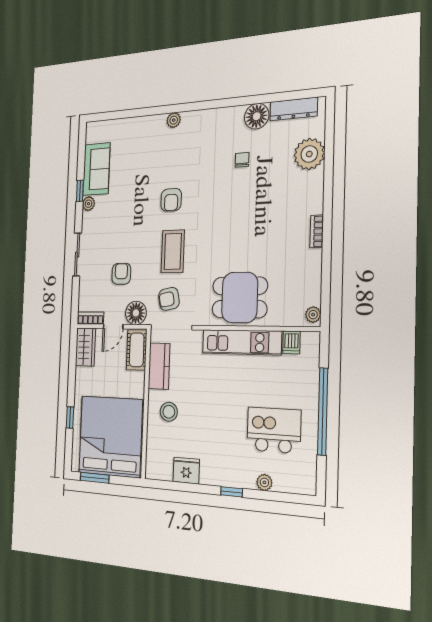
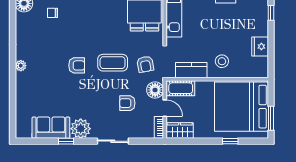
plant: (89, 204) -> (81, 129), width x1.88, depth x1.88

